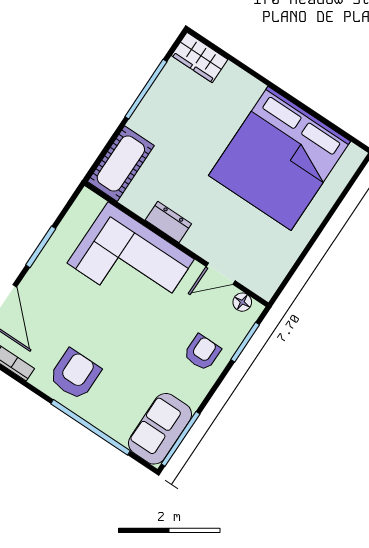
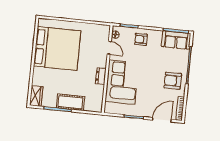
cot: (121, 164) -> (70, 102), moved

